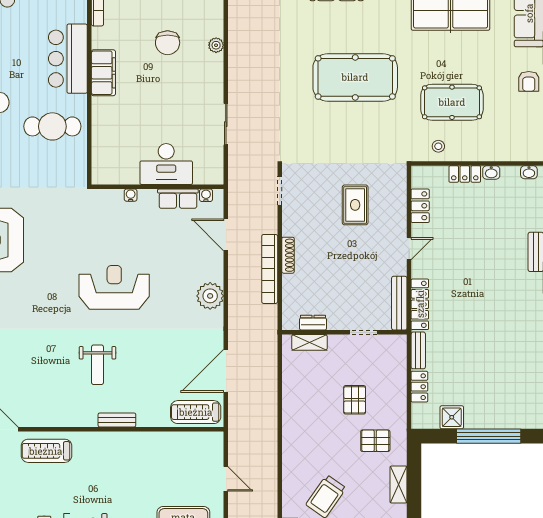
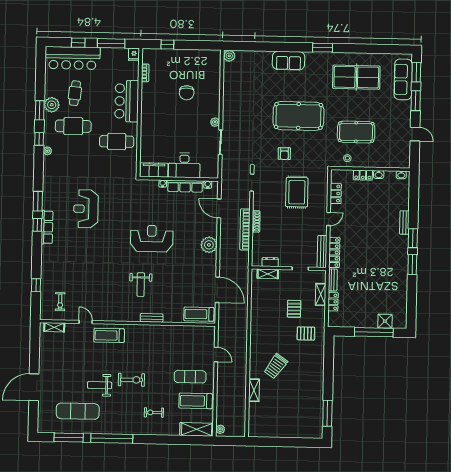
plant: (216, 45) -> (215, 122), moved
filing cabinet: (103, 73) -> (154, 170), moved, turned -90
armchair: (529, 81) -> (284, 154), moved
row of seats: (178, 199) -> (185, 186), width x1.48
rug: (355, 205) -> (297, 192), width x1.36, depth x1.43
door: (226, 371) -> (217, 290), swing flipped
shower: (452, 417) -> (385, 321), moved
shelving: (398, 485) -> (321, 294), moved

